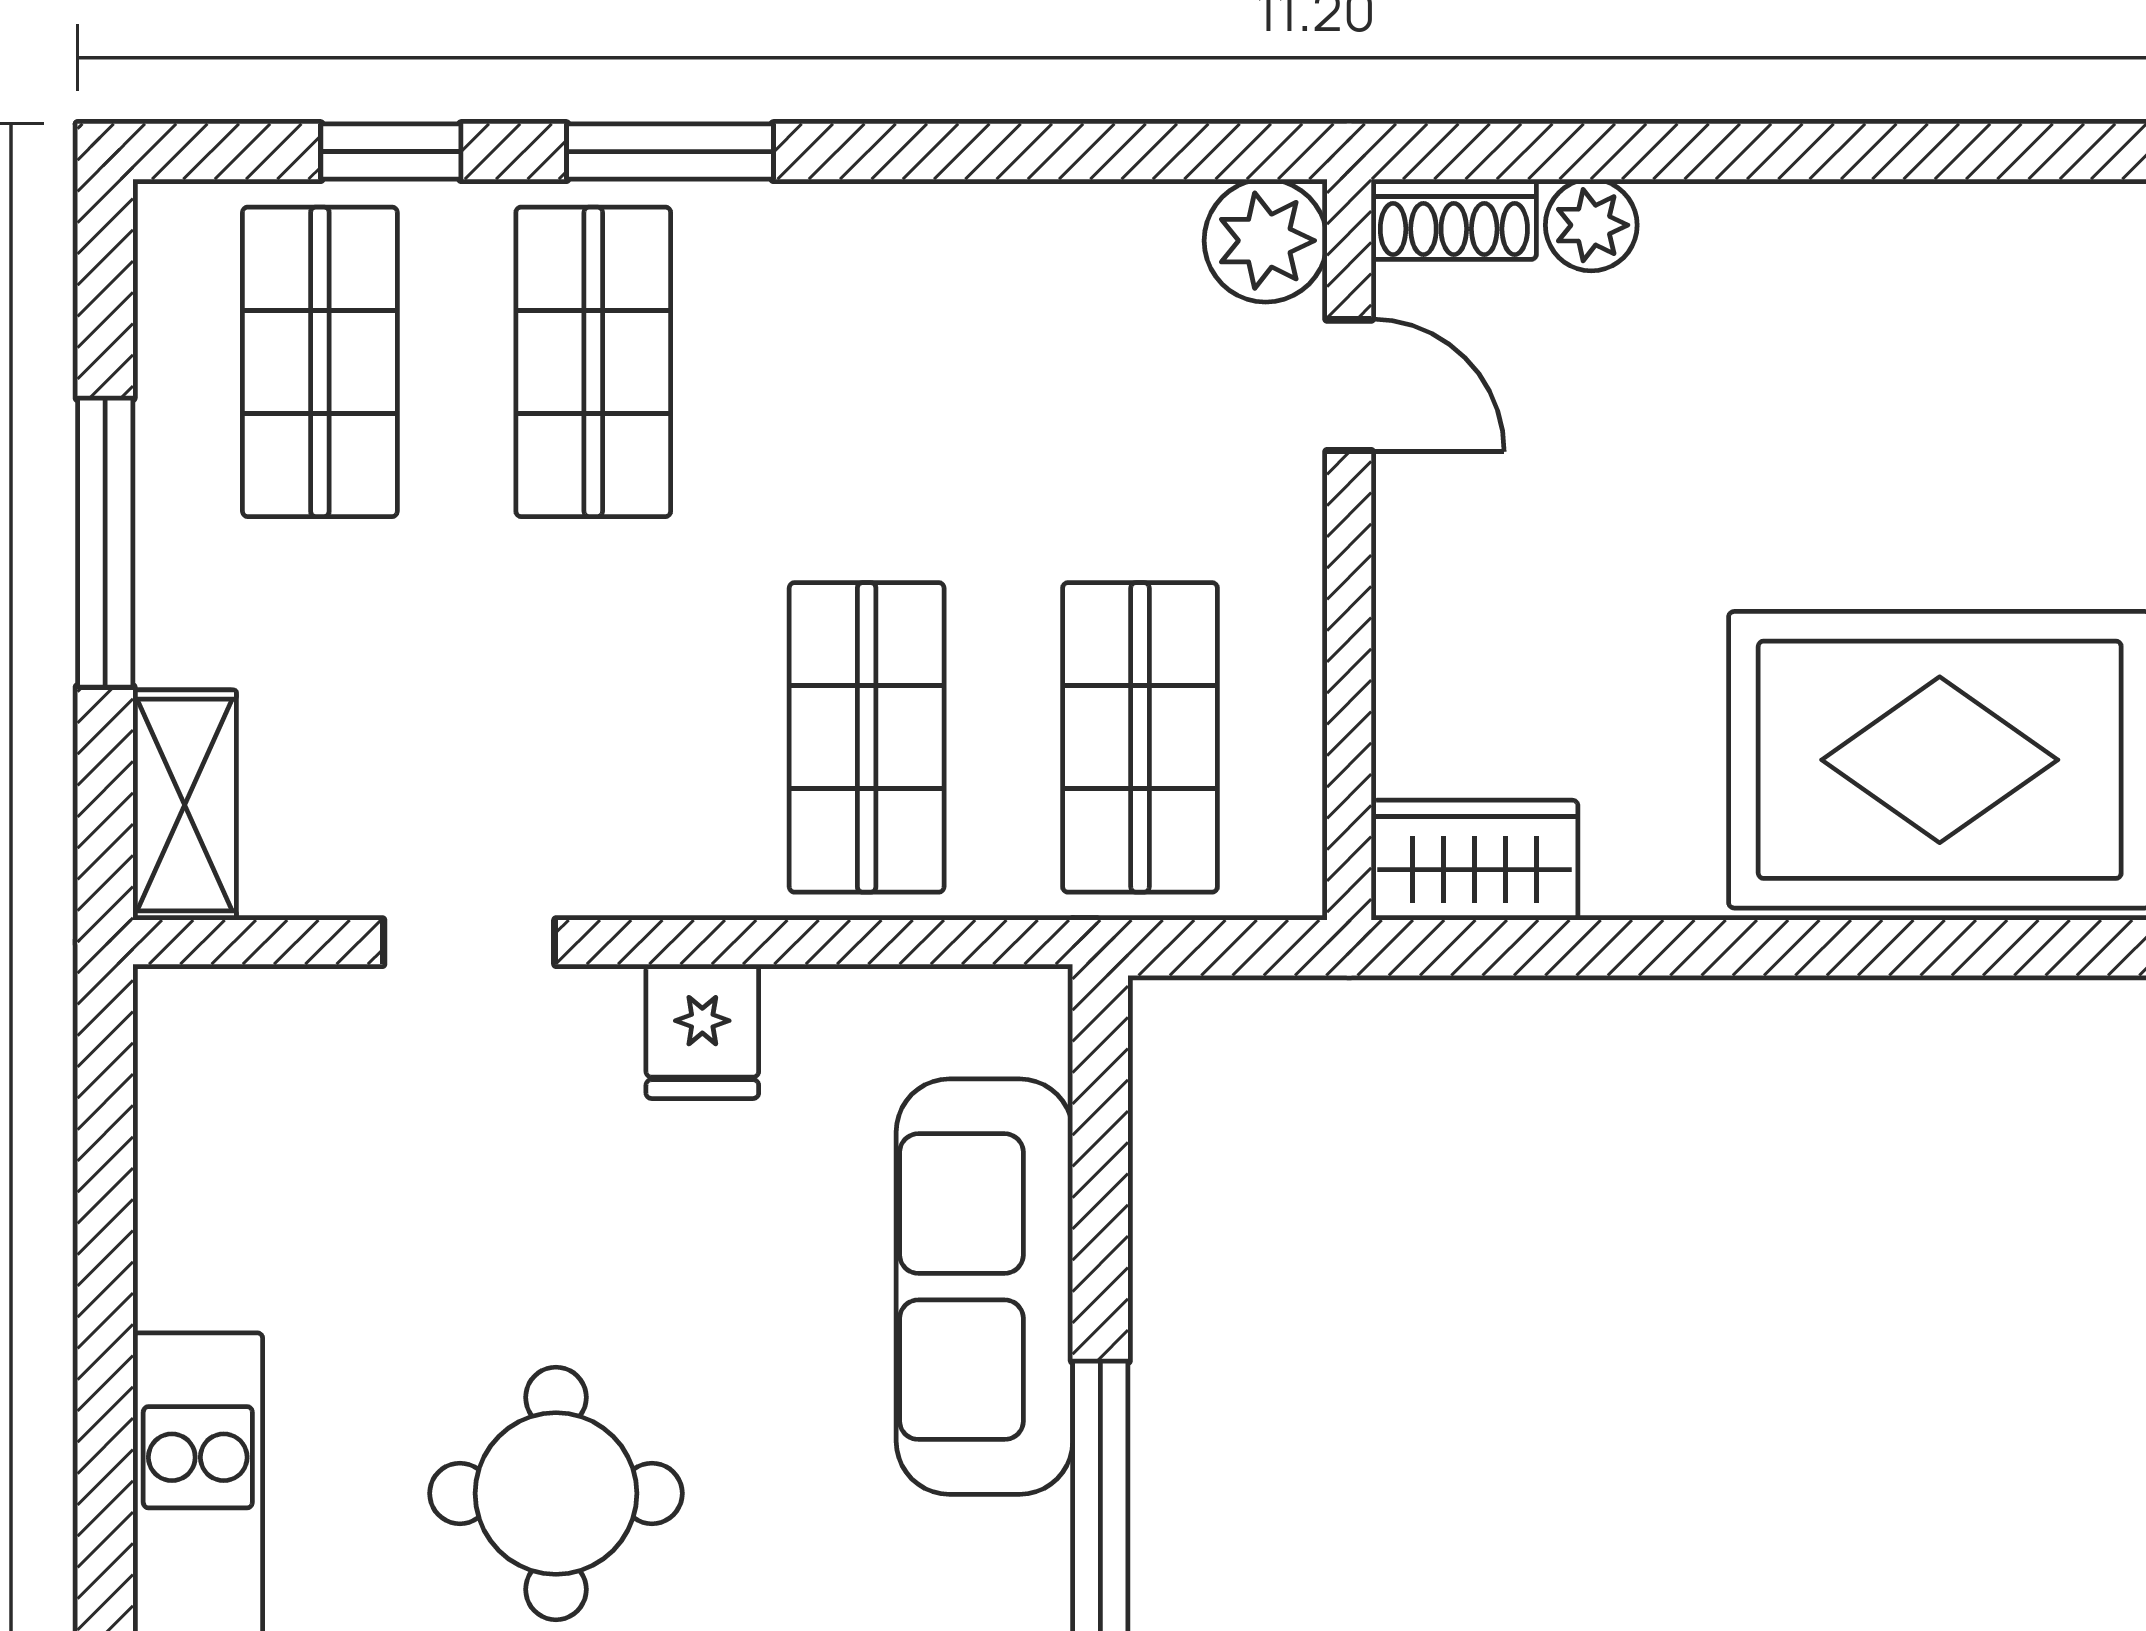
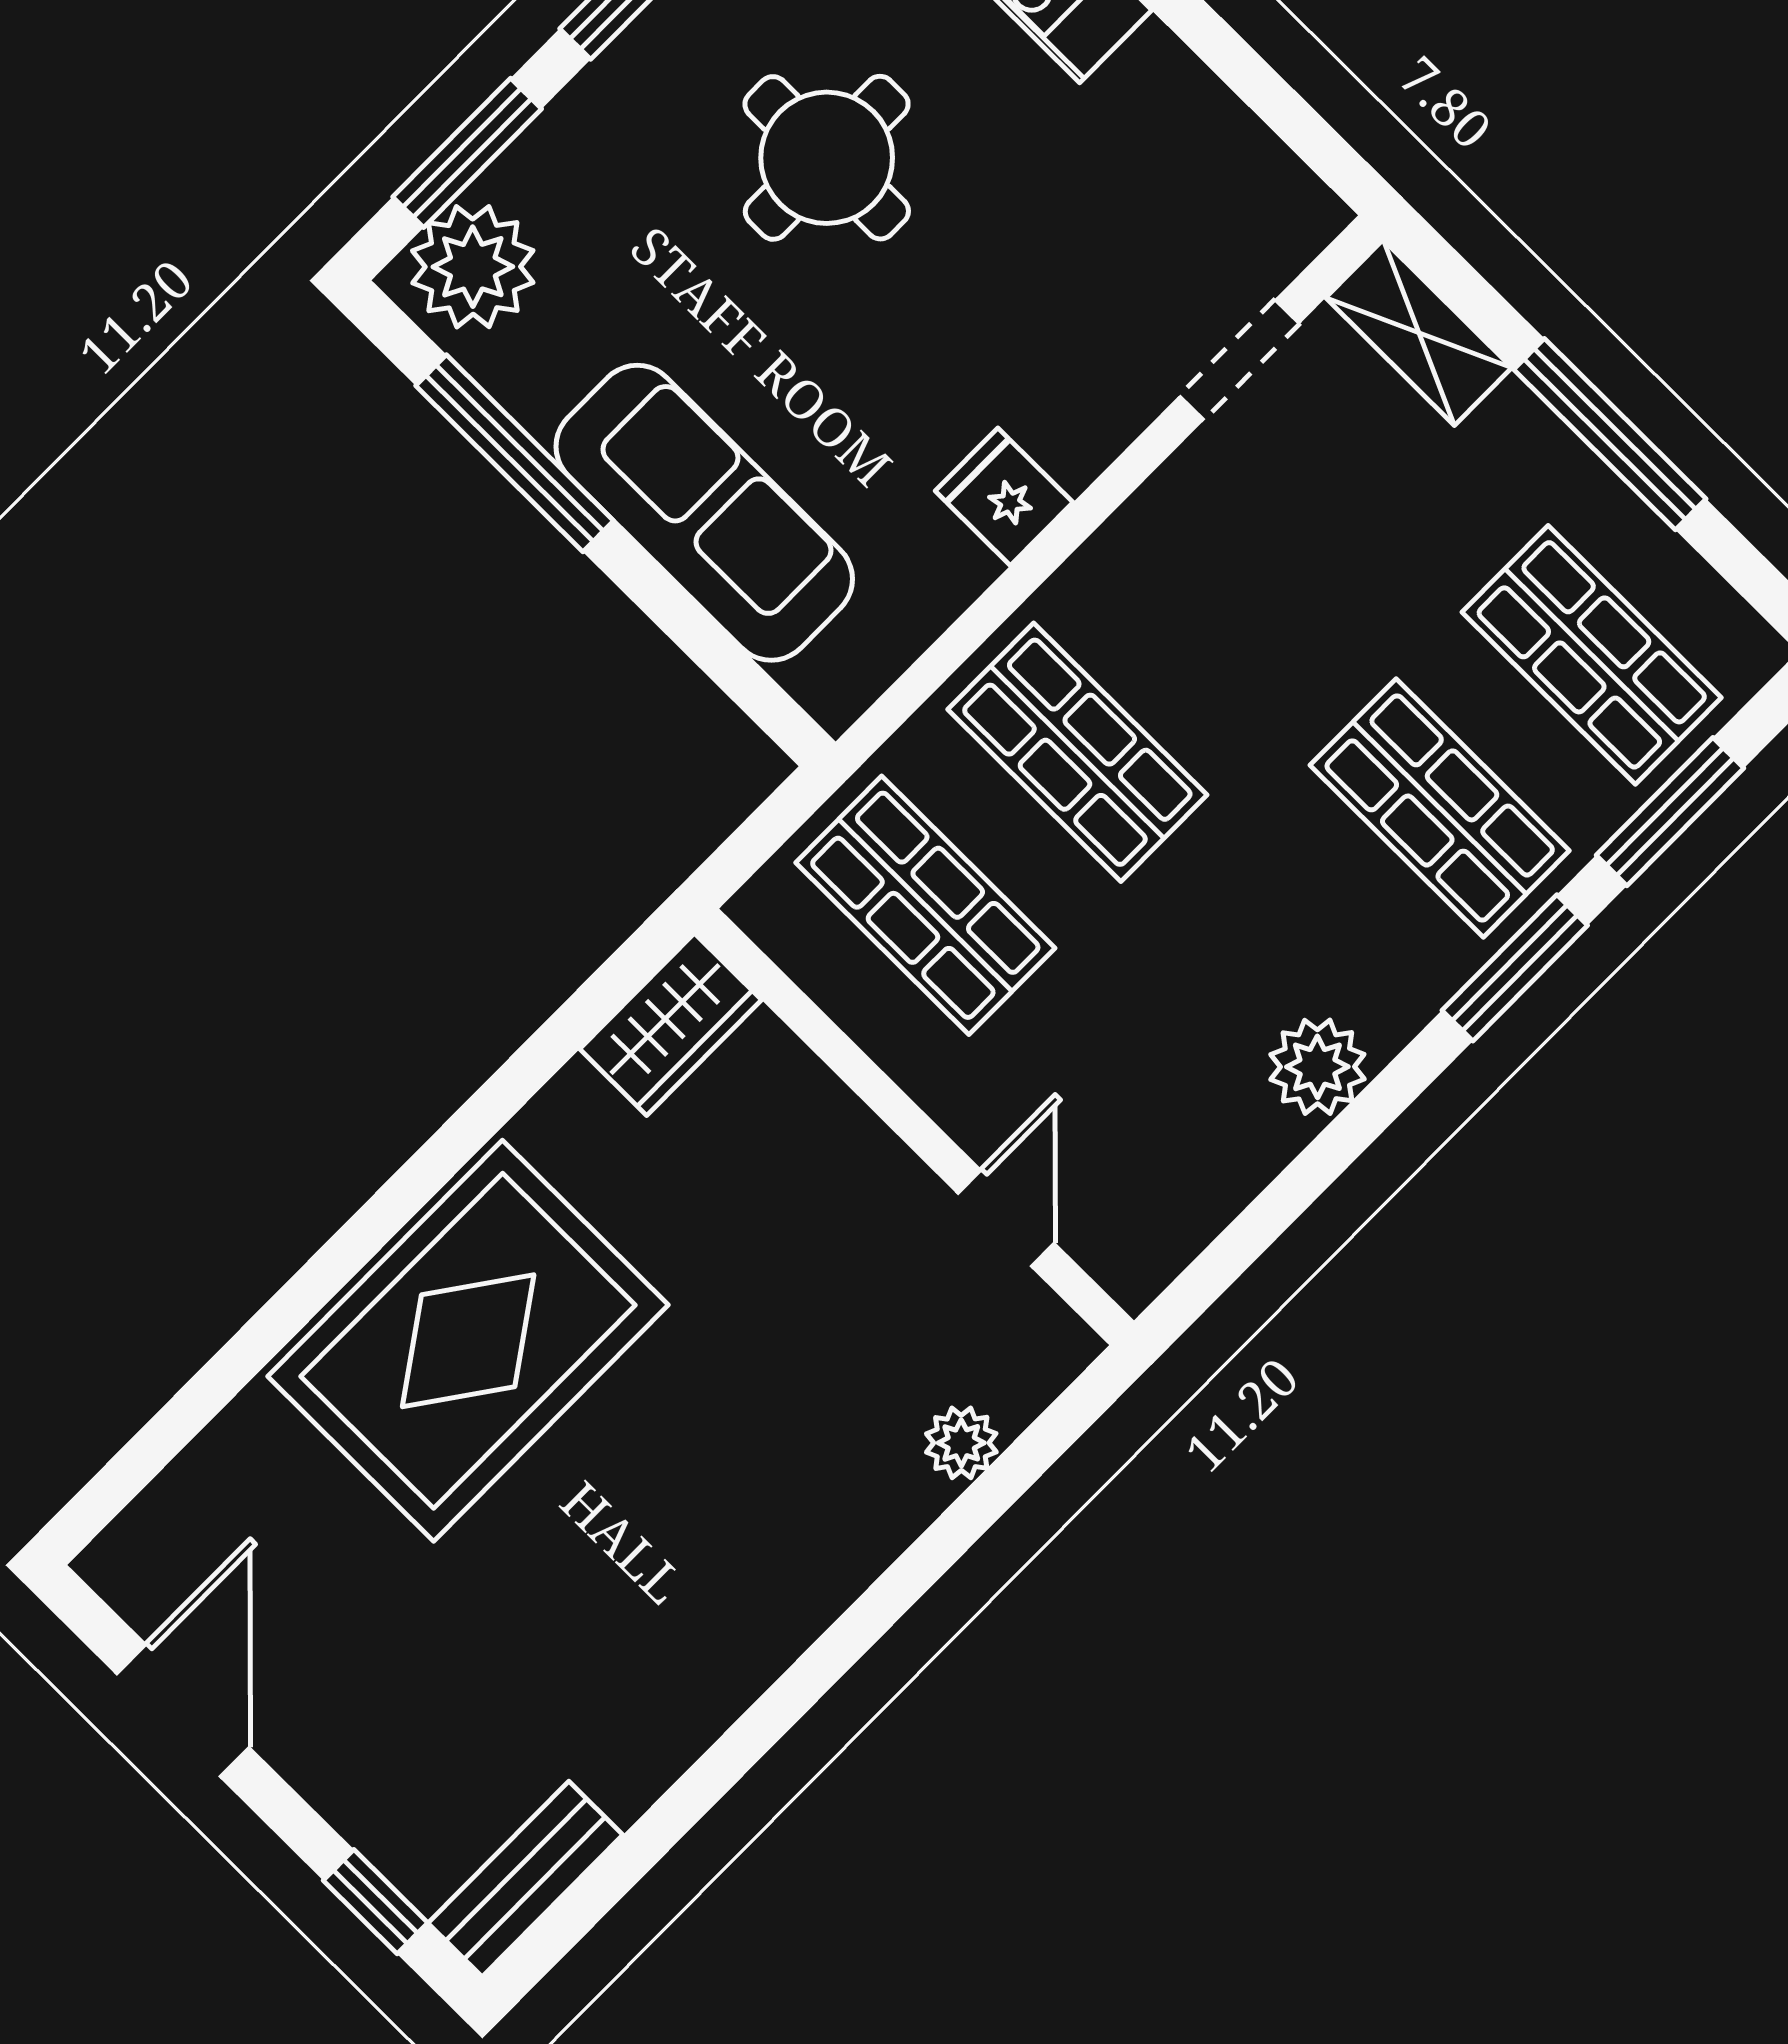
window: (391, 152) -> (1670, 812), width x1.50
shoe rack: (1454, 219) -> (1041, 1369), removed
plant: (1266, 241) -> (1317, 1067), moved
door: (1349, 385) -> (1006, 1218), swing flipped
doorway: (469, 942) -> (1239, 360), moved

